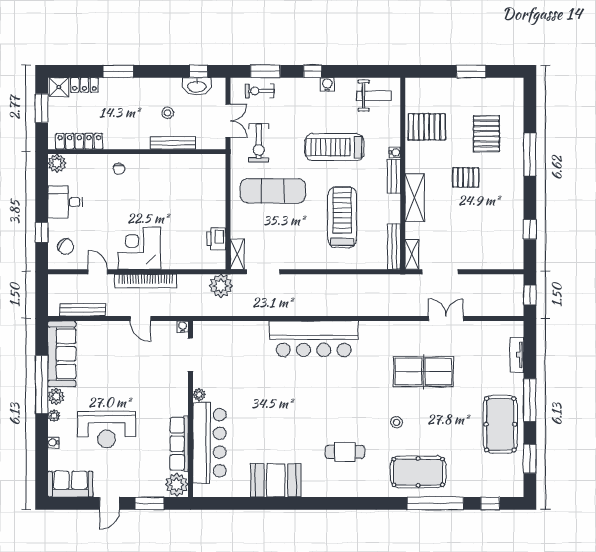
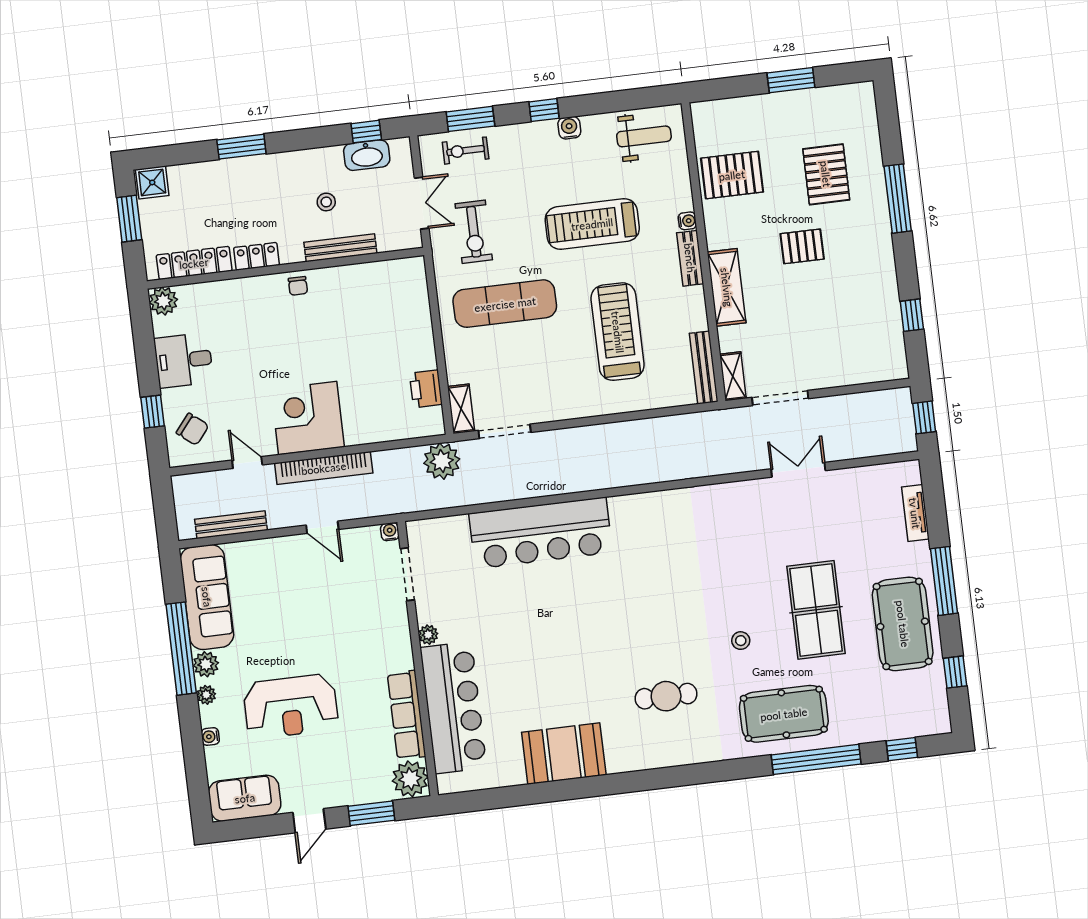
locker: (84, 85) -> (257, 256), moved, turned 180
chair: (119, 169) -> (298, 286), moved
bar counter: (314, 339) -> (541, 533), moved
table tennis table: (423, 372) -> (816, 610), moved, turned 90
window: (530, 459) -> (955, 672), width x0.67

